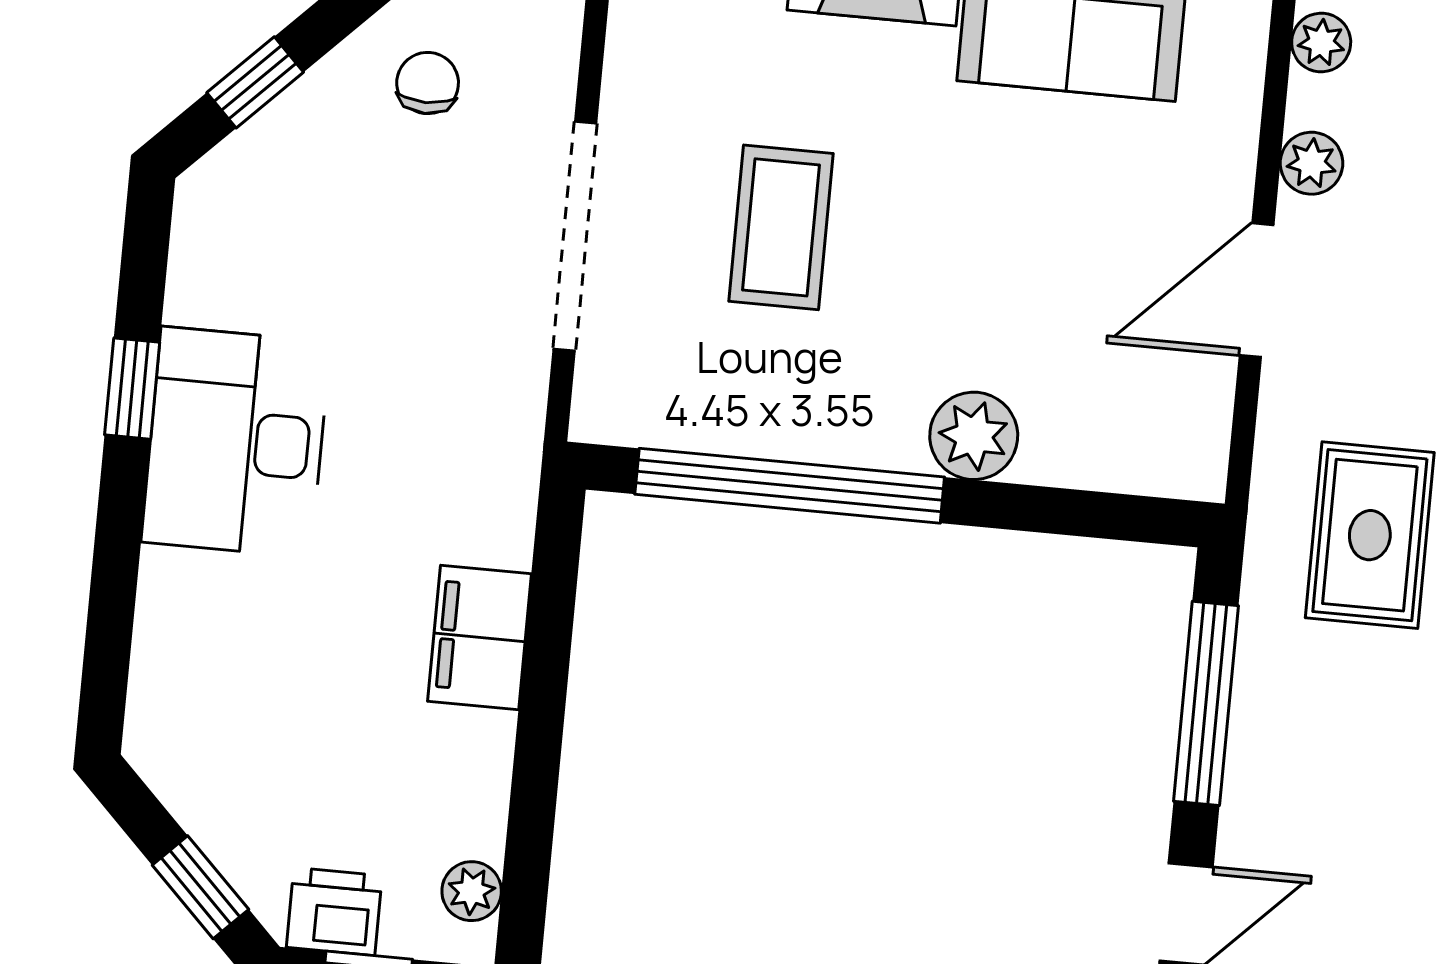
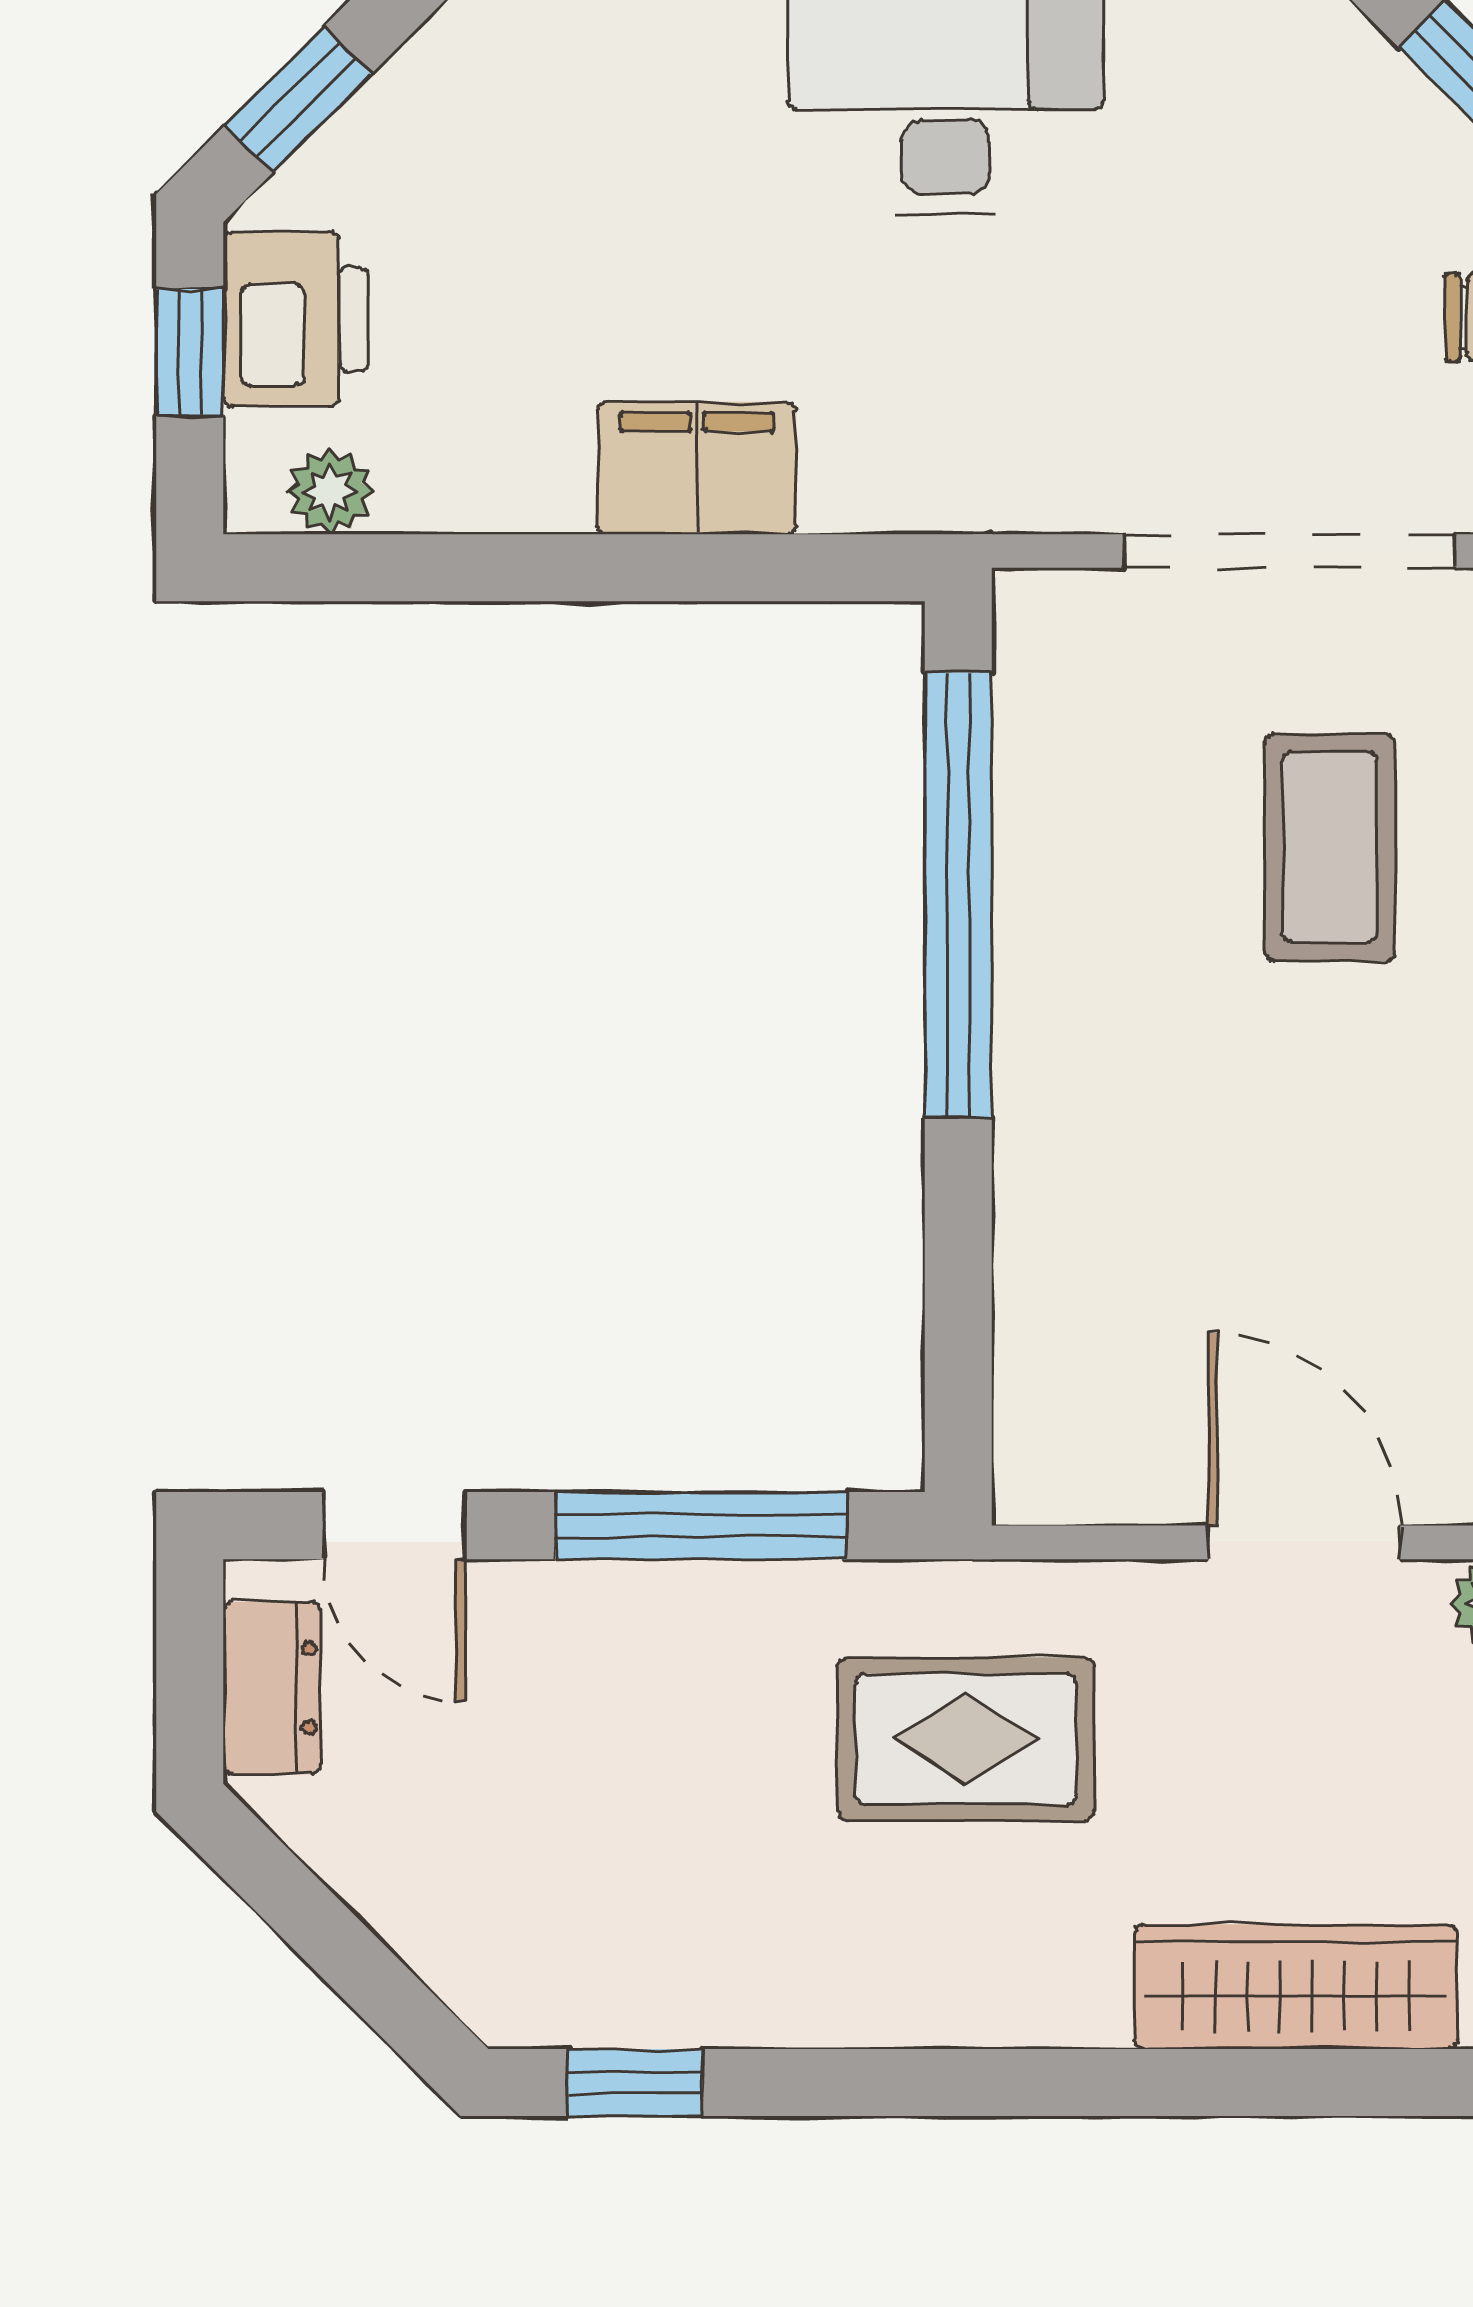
coffee table: (781, 227) -> (1330, 847), turned 90
plant: (974, 436) -> (1055, 1154), removed
printer: (334, 912) -> (296, 319), width x1.36, depth x1.24

